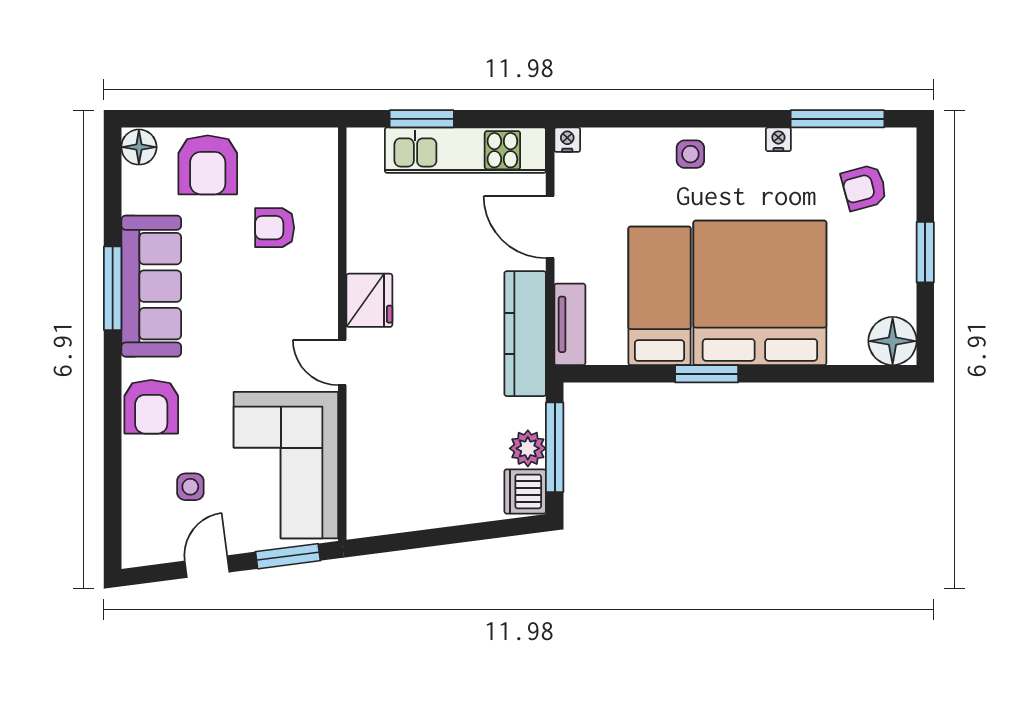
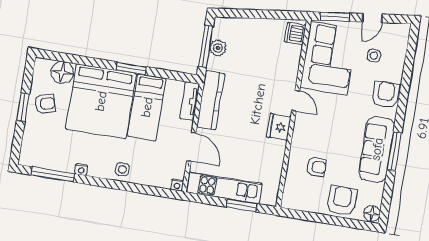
armchair: (864, 188) -> (45, 104), moved
floor lamp: (893, 341) -> (62, 72), moved
dishwasher: (525, 491) -> (295, 33), moved, turned 180

